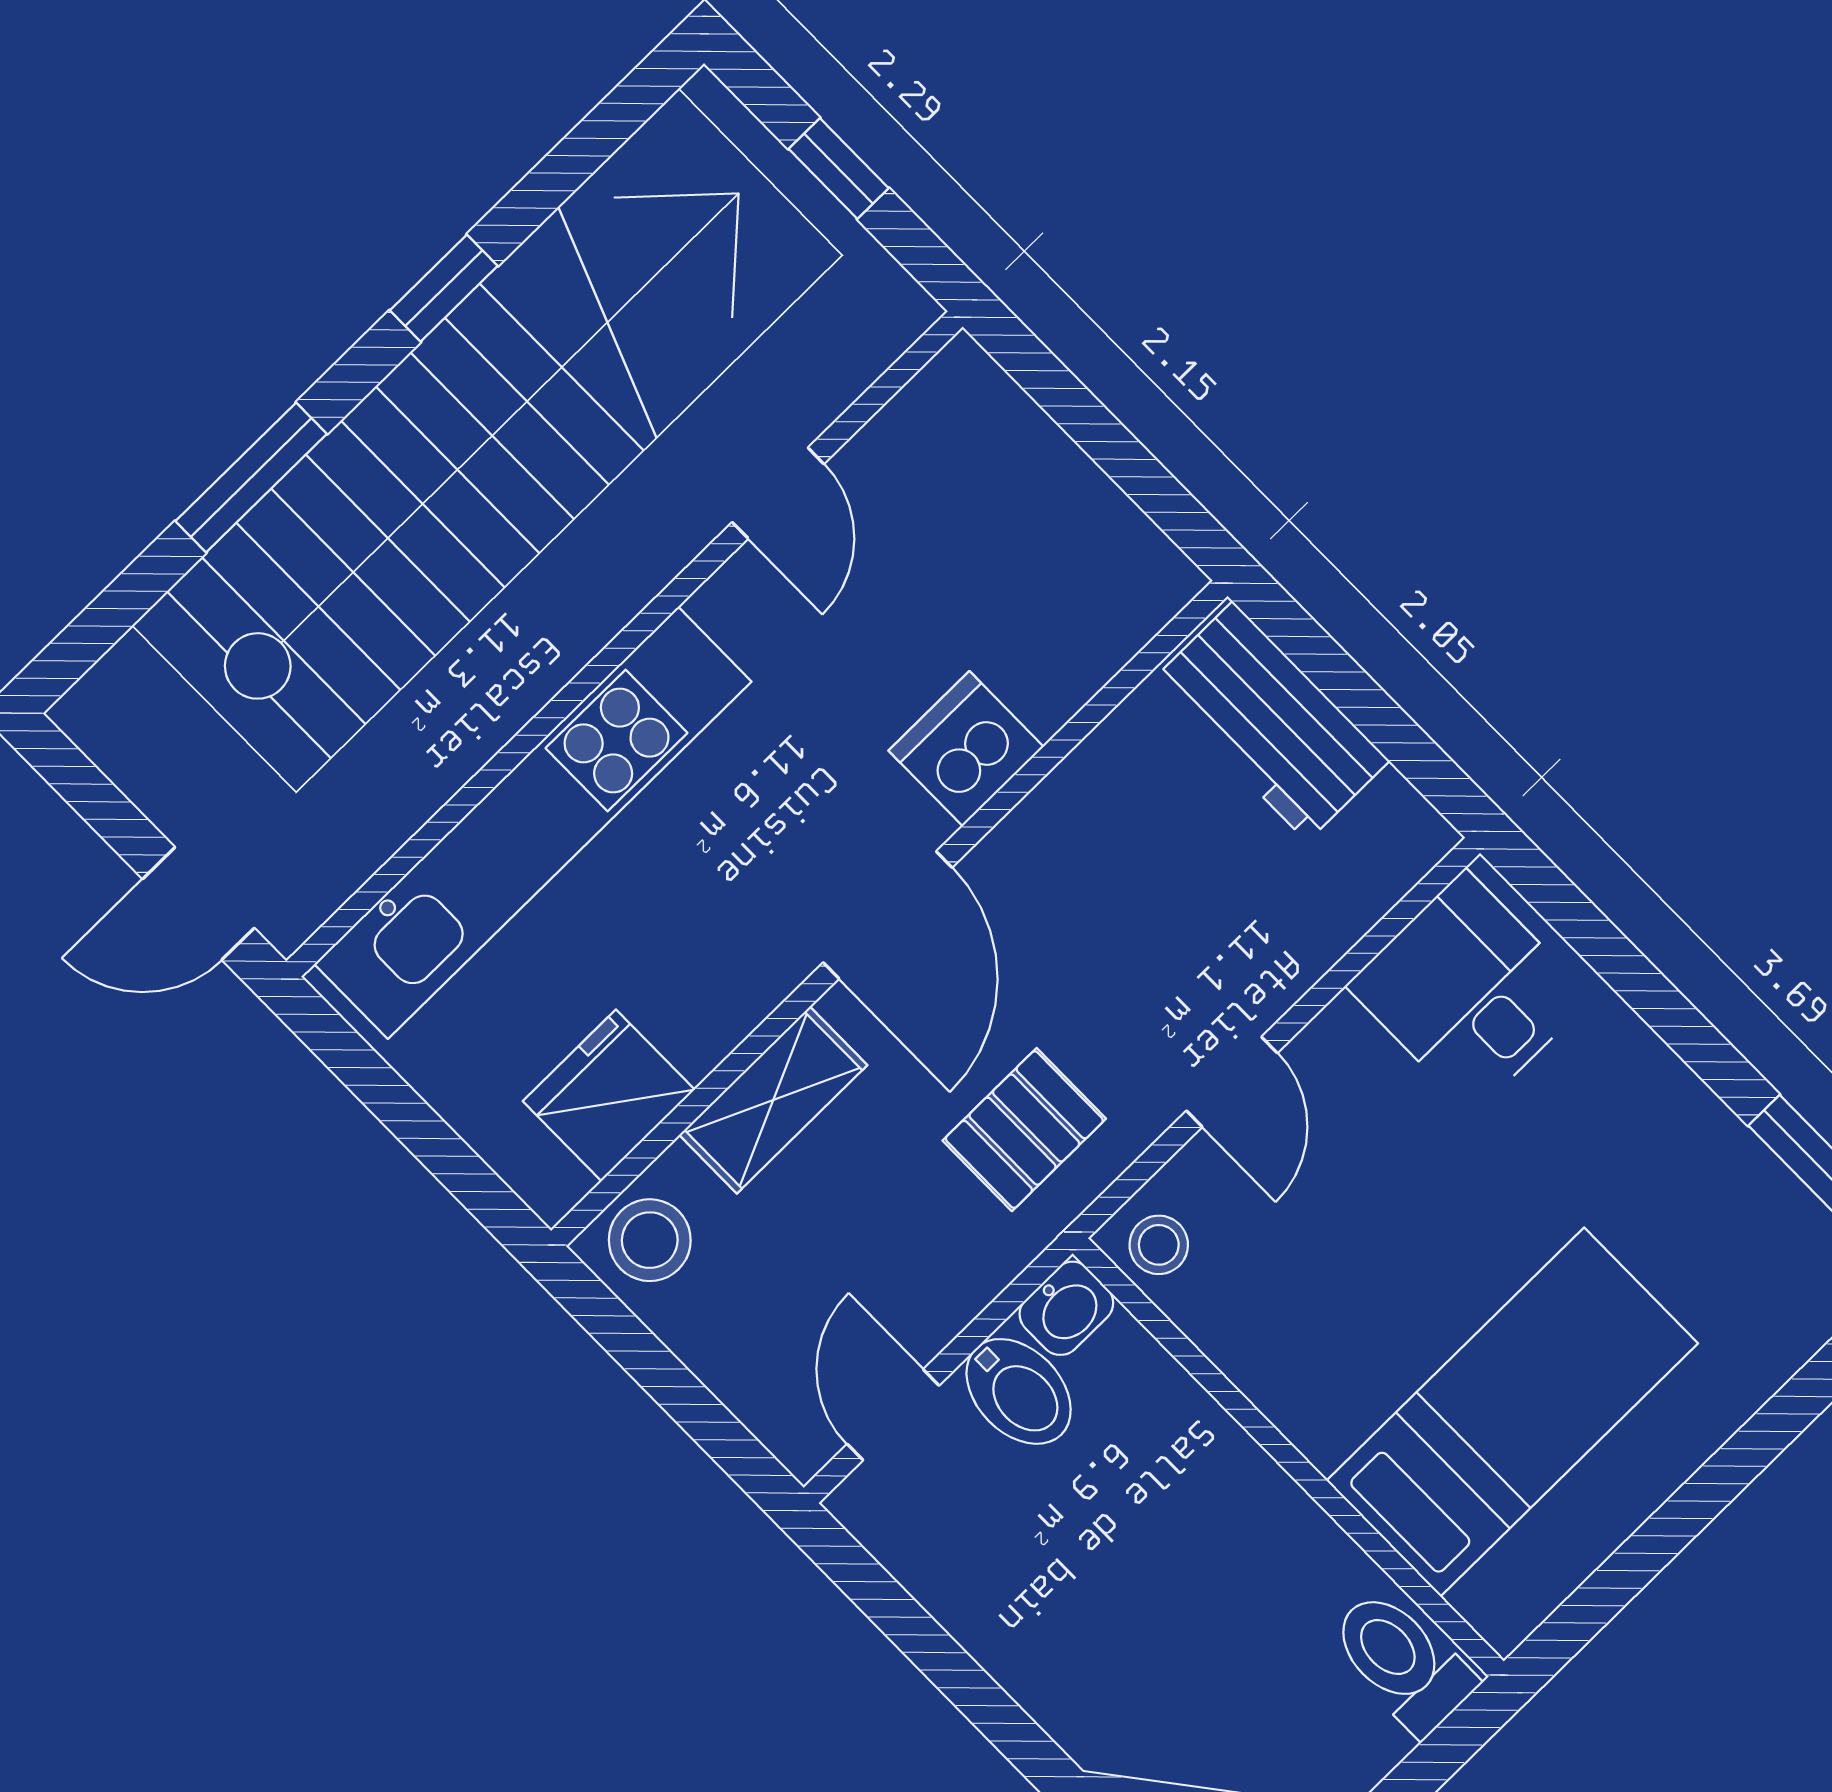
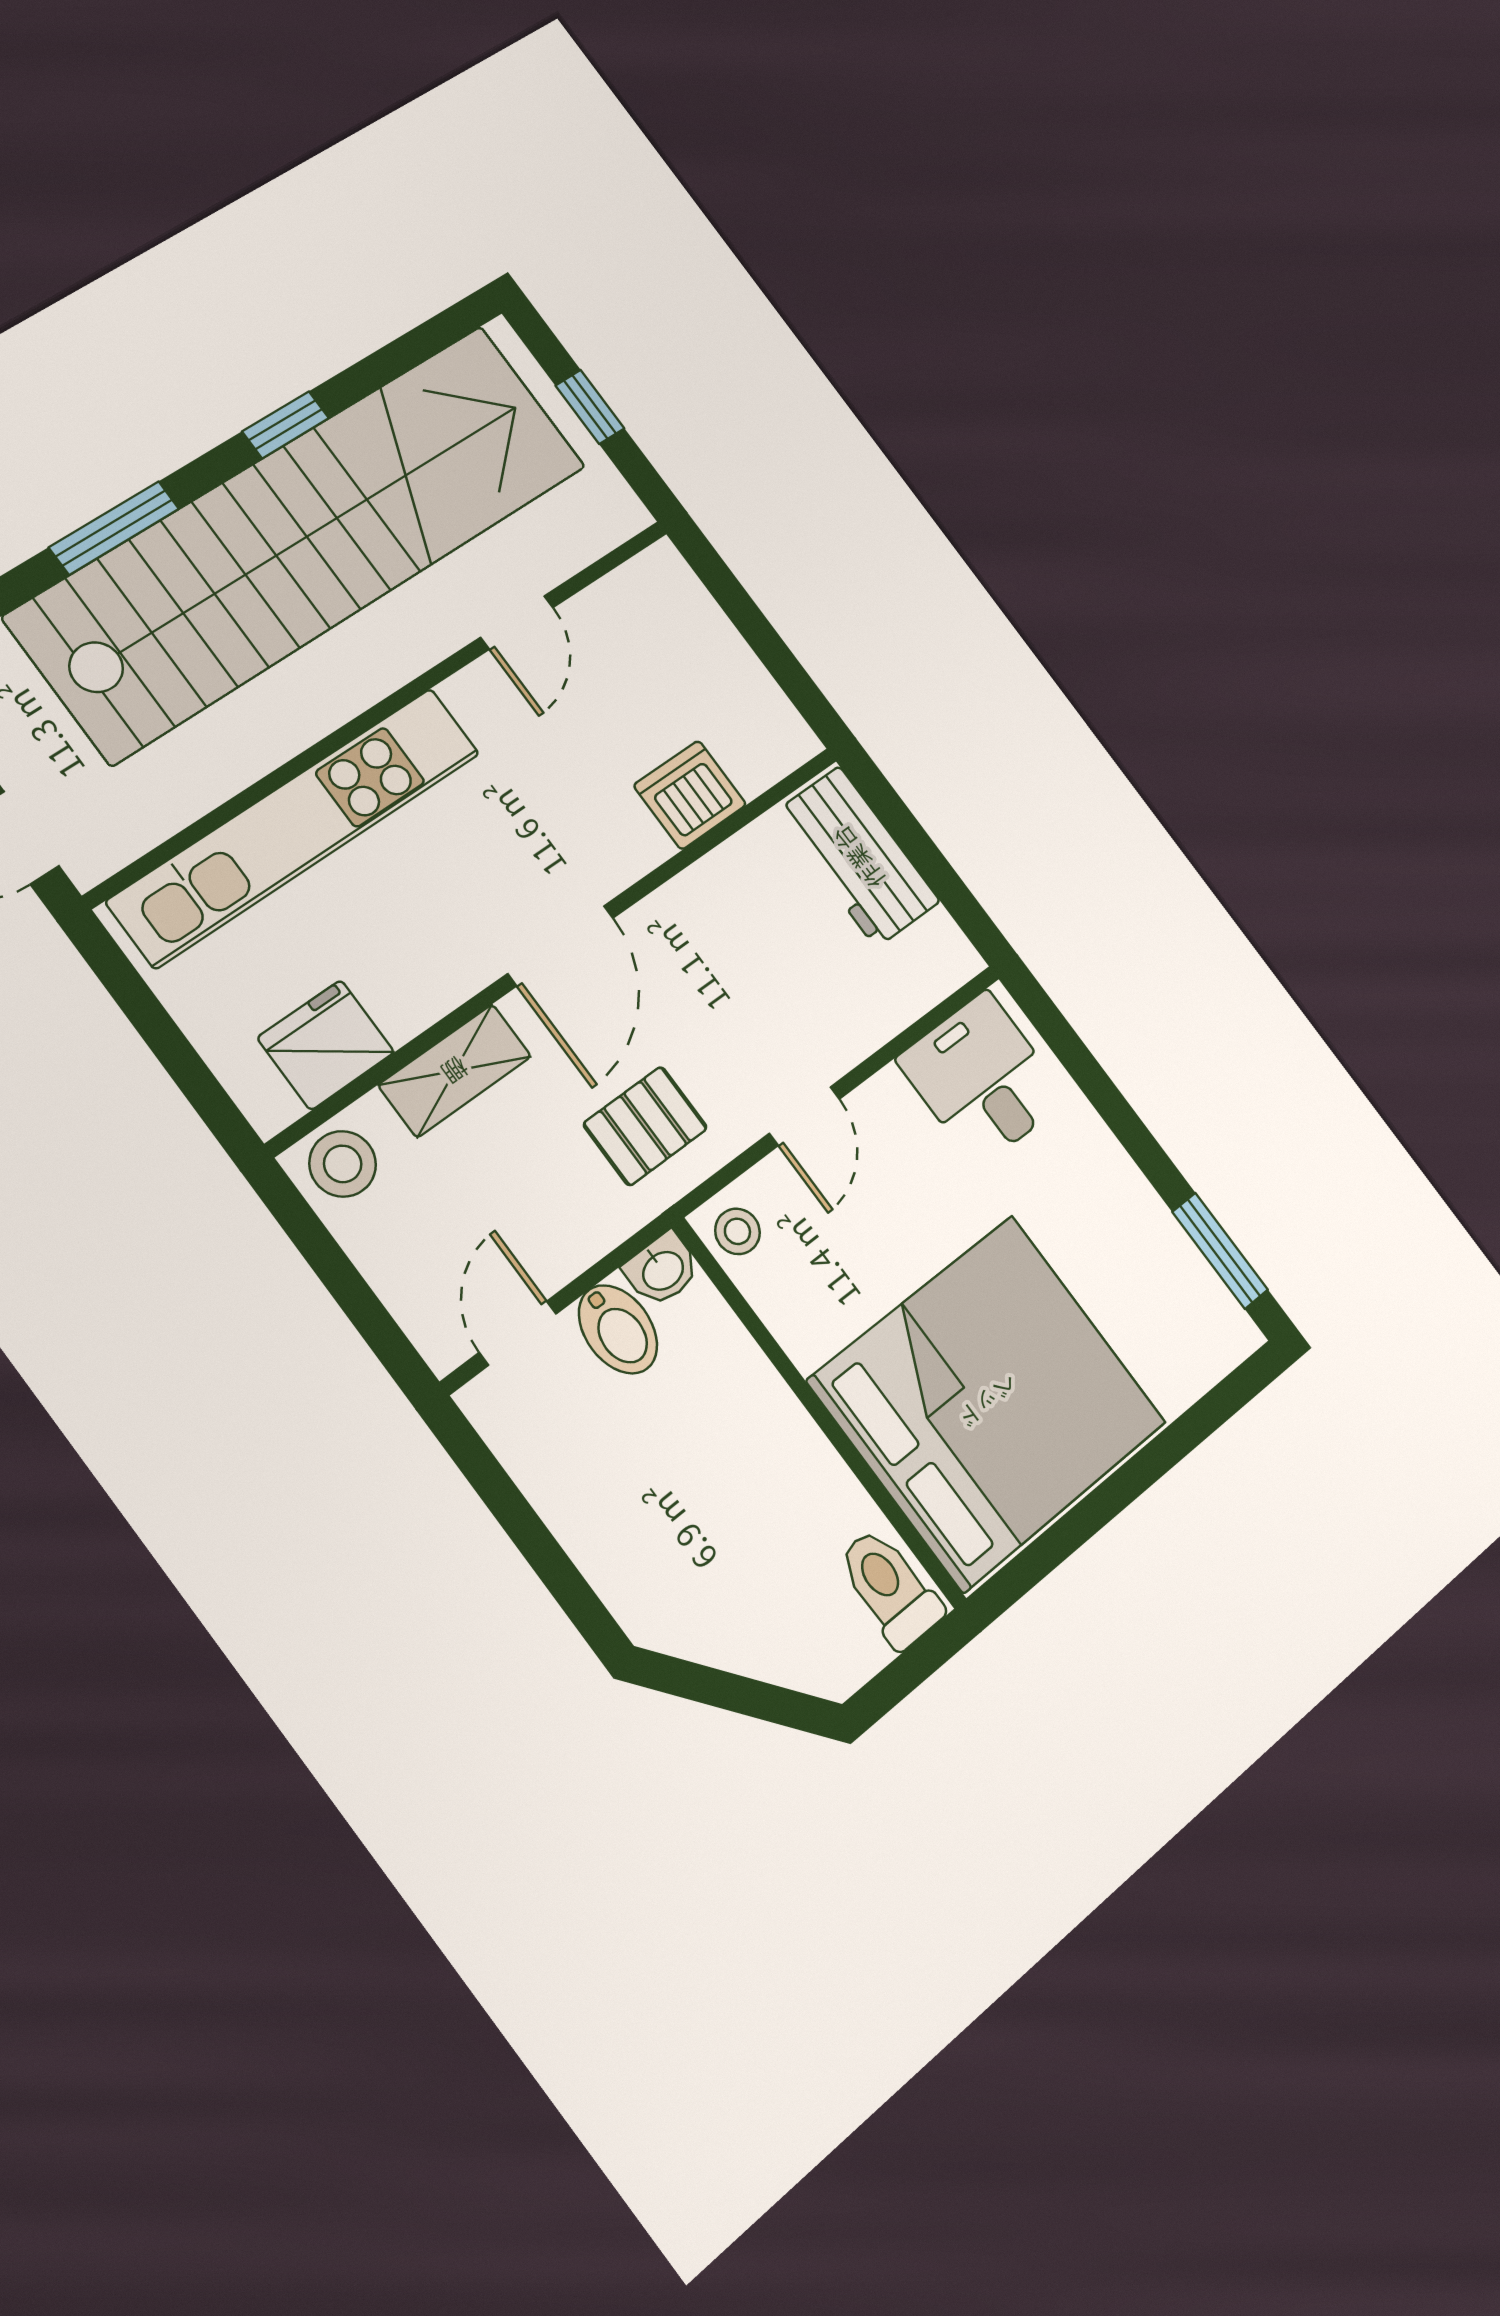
dishwasher: (966, 749) -> (690, 795), moved
bed: (1512, 1412) -> (988, 1402), width x2.04

